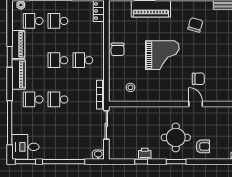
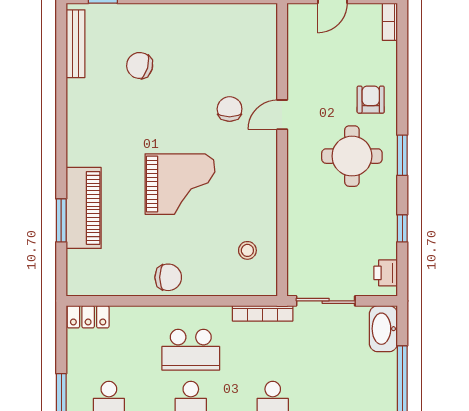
chair: (195, 25) -> (140, 65), moved
grand piano: (162, 55) -> (180, 184), turned 90
school desk: (83, 60) -> (191, 350), width x1.85
printer: (145, 154) -> (386, 273), moved
washbasin: (98, 155) -> (383, 329), width x1.91, depth x1.45

